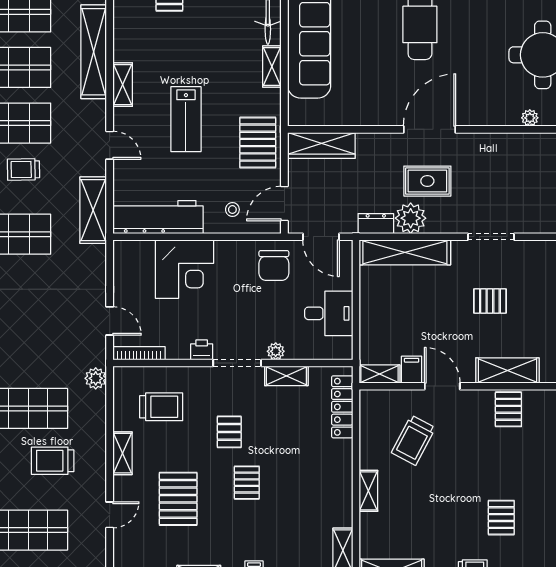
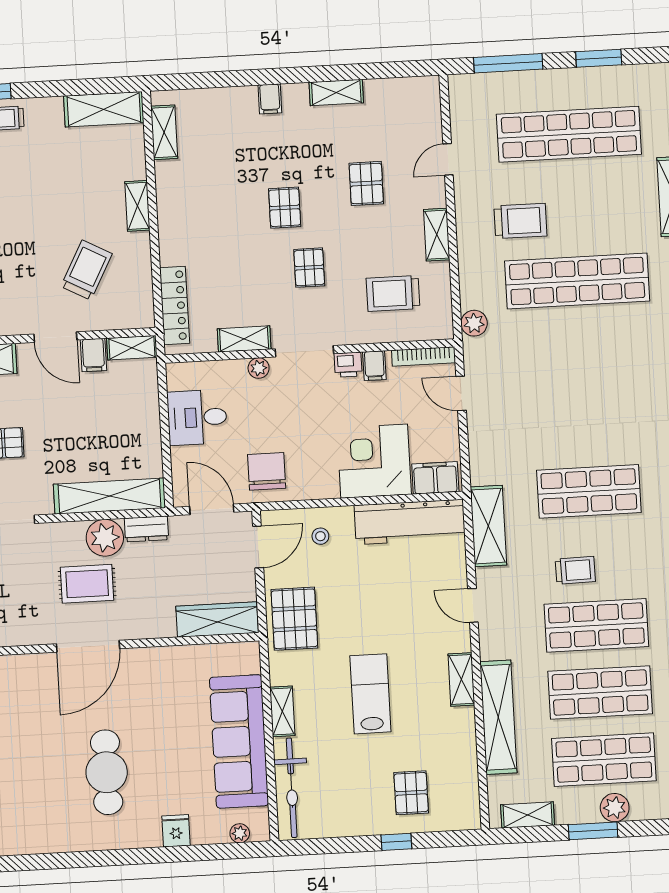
lab bench: (186, 119) -> (370, 694), moved
filing cabinet: (135, 252) -> (435, 478), added
filing cabinet: (180, 348) -> (374, 366), added
pallet: (178, 499) -> (366, 183), width x0.67, depth x0.71

